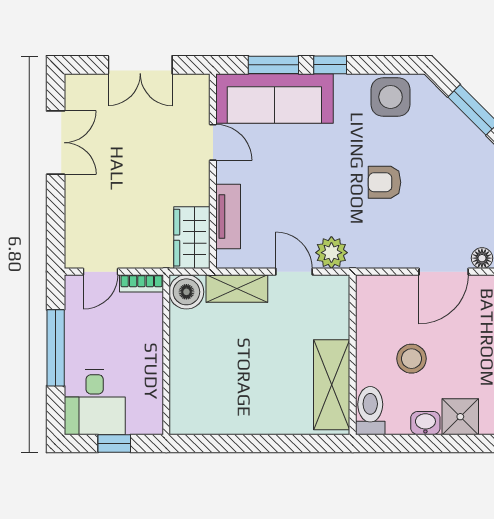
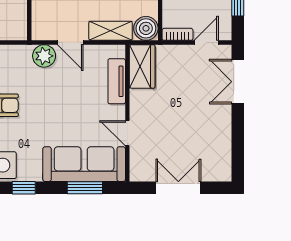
window: (330, 65) -> (24, 188), moved
double door: (56, 143) -> (238, 82), moved

